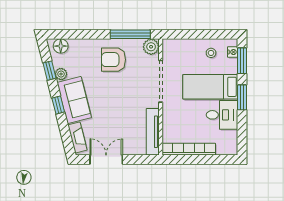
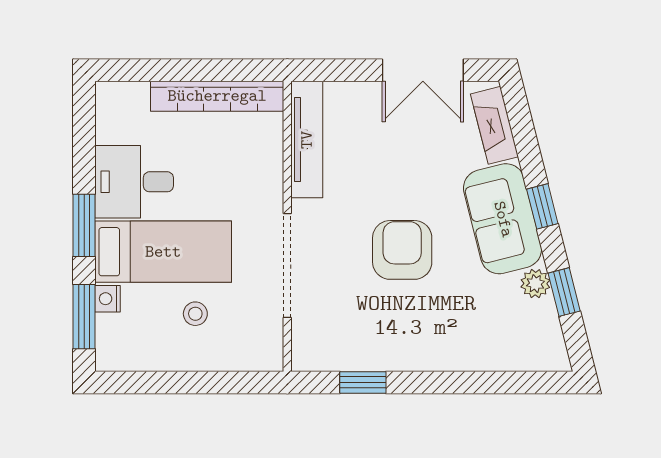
window: (130, 34) -> (363, 382), width x0.46
floor lamp: (61, 46) -> (536, 353), removed
plant: (151, 47) -> (311, 352), removed
nightstand: (233, 52) -> (108, 299), moved
stool: (211, 53) -> (195, 314), moved
armchair: (114, 60) -> (402, 250), moved, turned -90

